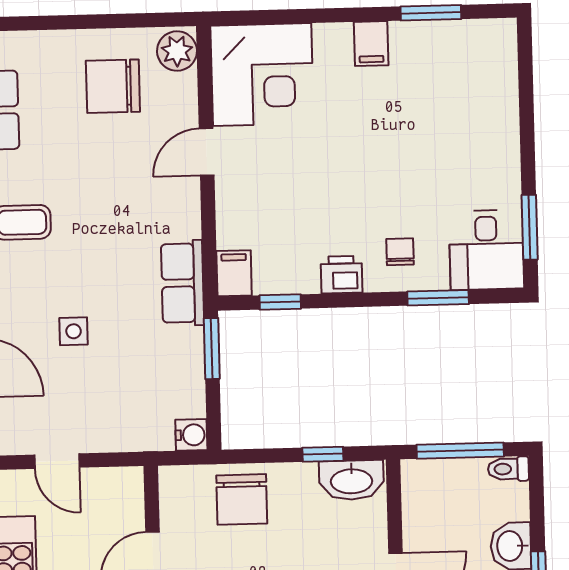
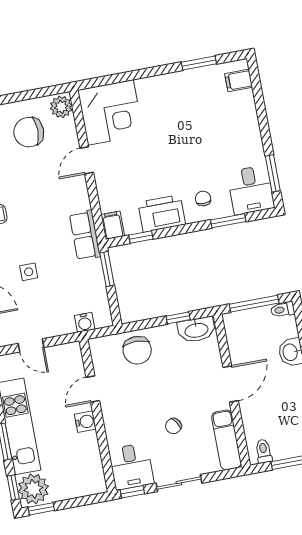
filing cabinet: (371, 44) -> (239, 80), moved, turned 90
printer: (341, 275) -> (162, 213), width x1.87, depth x1.48
water cooler: (191, 435) -> (85, 322), moved, turned 90

